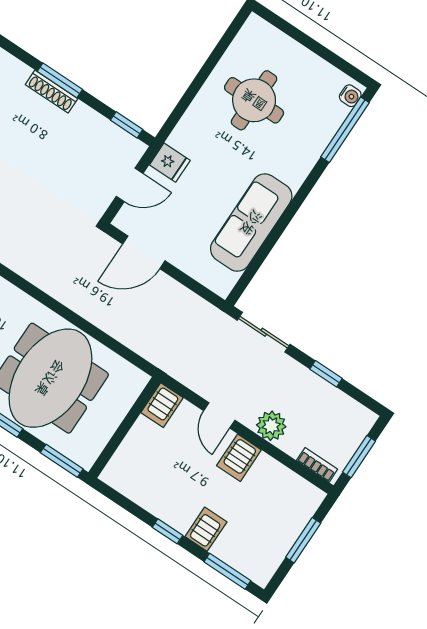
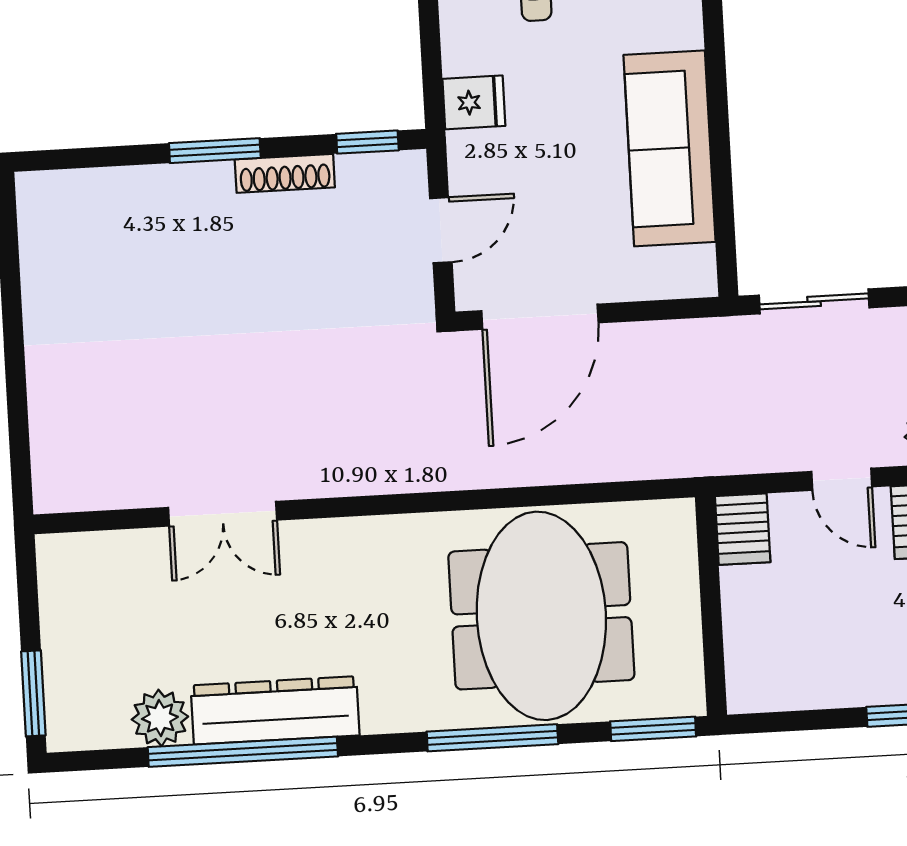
shoe rack: (51, 92) -> (285, 173), moved
fridge: (170, 163) -> (474, 102), moved
door: (144, 252) -> (540, 317), width x1.36

